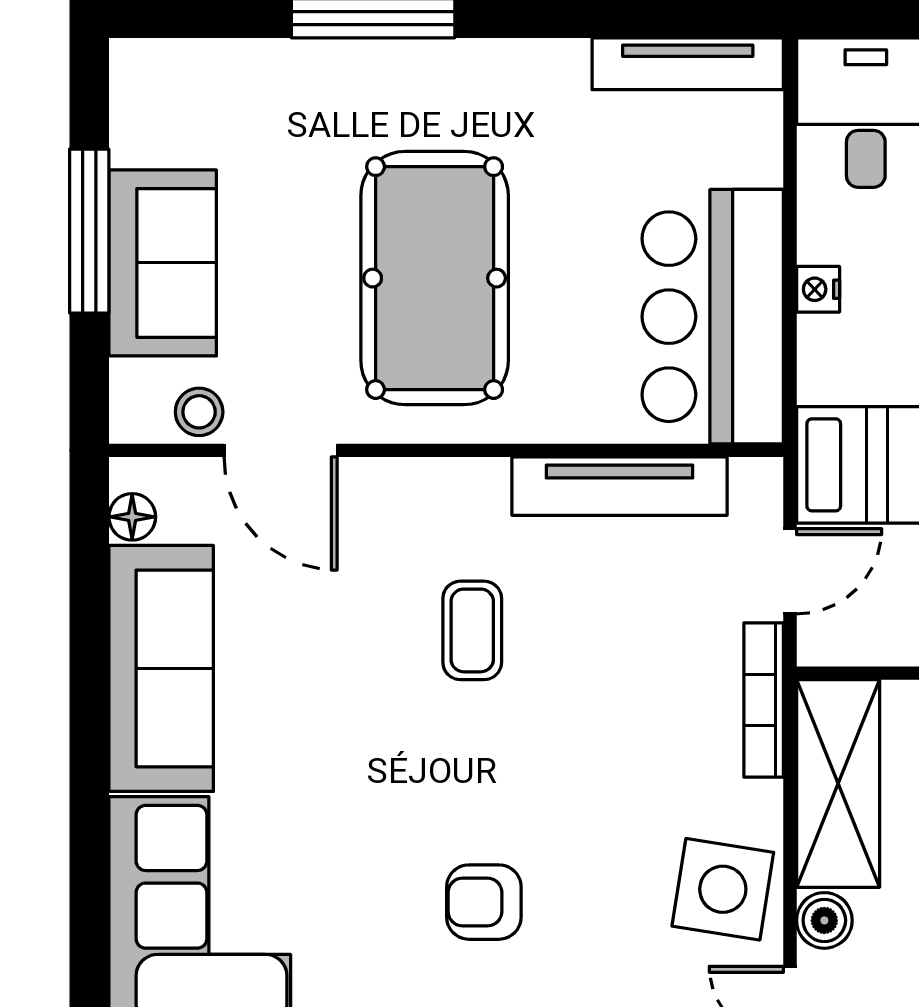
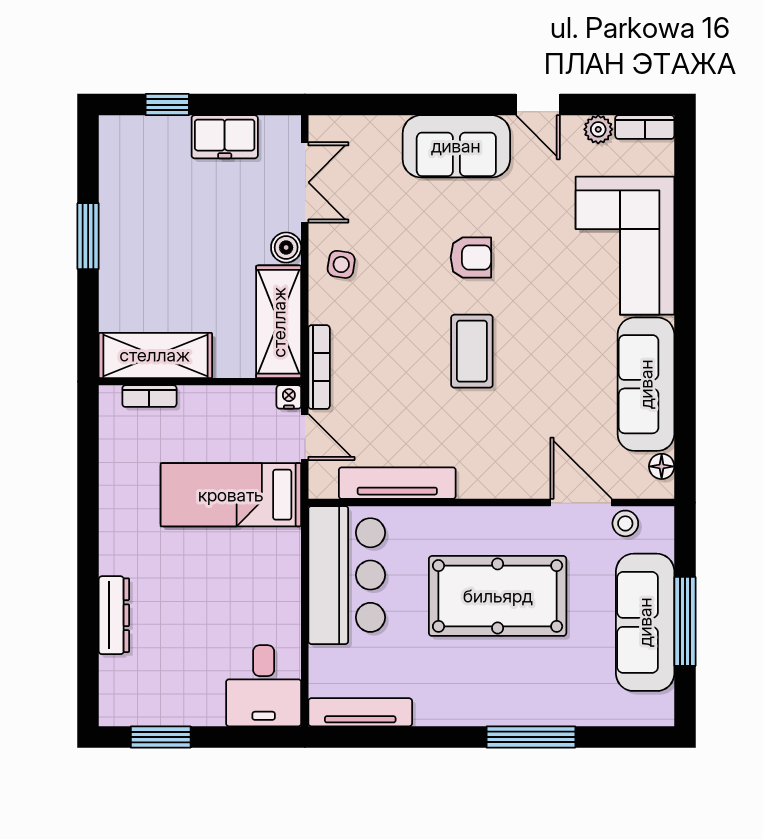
sofa: (163, 263) -> (645, 622), width x1.36
pool table: (435, 278) -> (498, 596), turned 90
nightstand: (818, 289) -> (289, 397), moved, turned -90
door: (790, 571) -> (305, 437), swing flipped
coffee table: (472, 630) -> (472, 351), moved, width x1.36, depth x1.30
side table: (723, 889) -> (341, 264), width x0.54, depth x0.54

